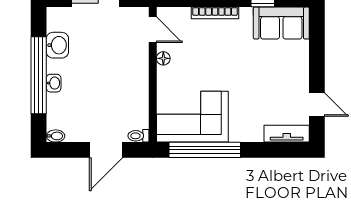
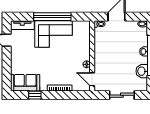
corner sofa: (192, 117) -> (54, 34), moved
window: (205, 150) -> (52, 17), moved

